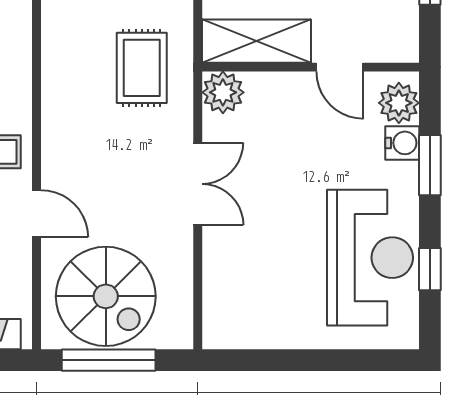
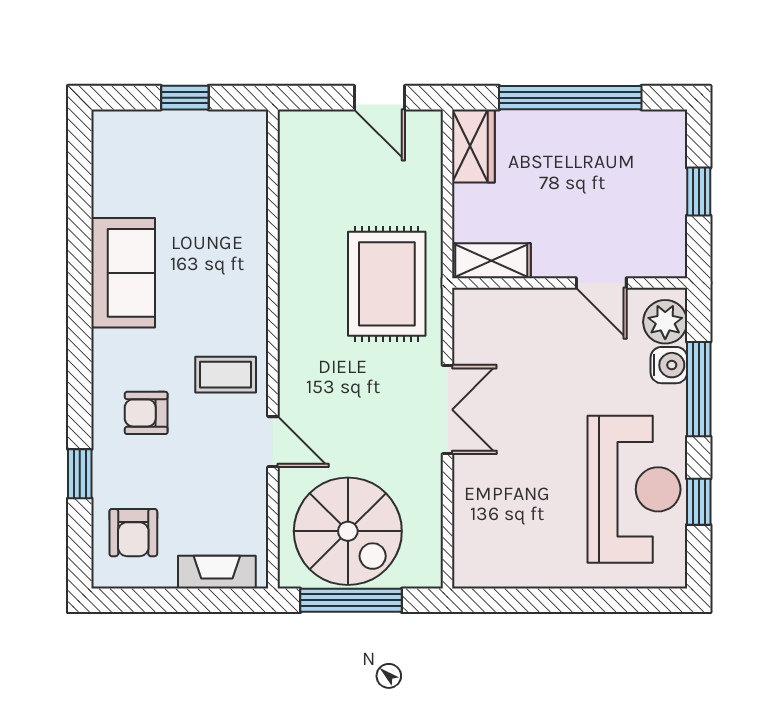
shelving: (256, 41) -> (491, 261), width x0.67, depth x0.75
rug: (142, 68) -> (387, 284), width x1.36, depth x1.43
plant: (223, 92) -> (475, 310), removed
window: (430, 165) -> (699, 389), width x1.44

